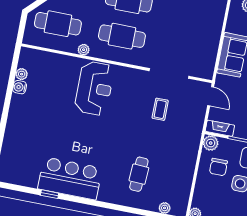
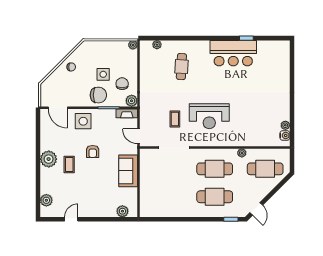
water cooler: (20, 87) -> (285, 135), moved
reception desk: (94, 88) -> (209, 116), moved, turned -90

